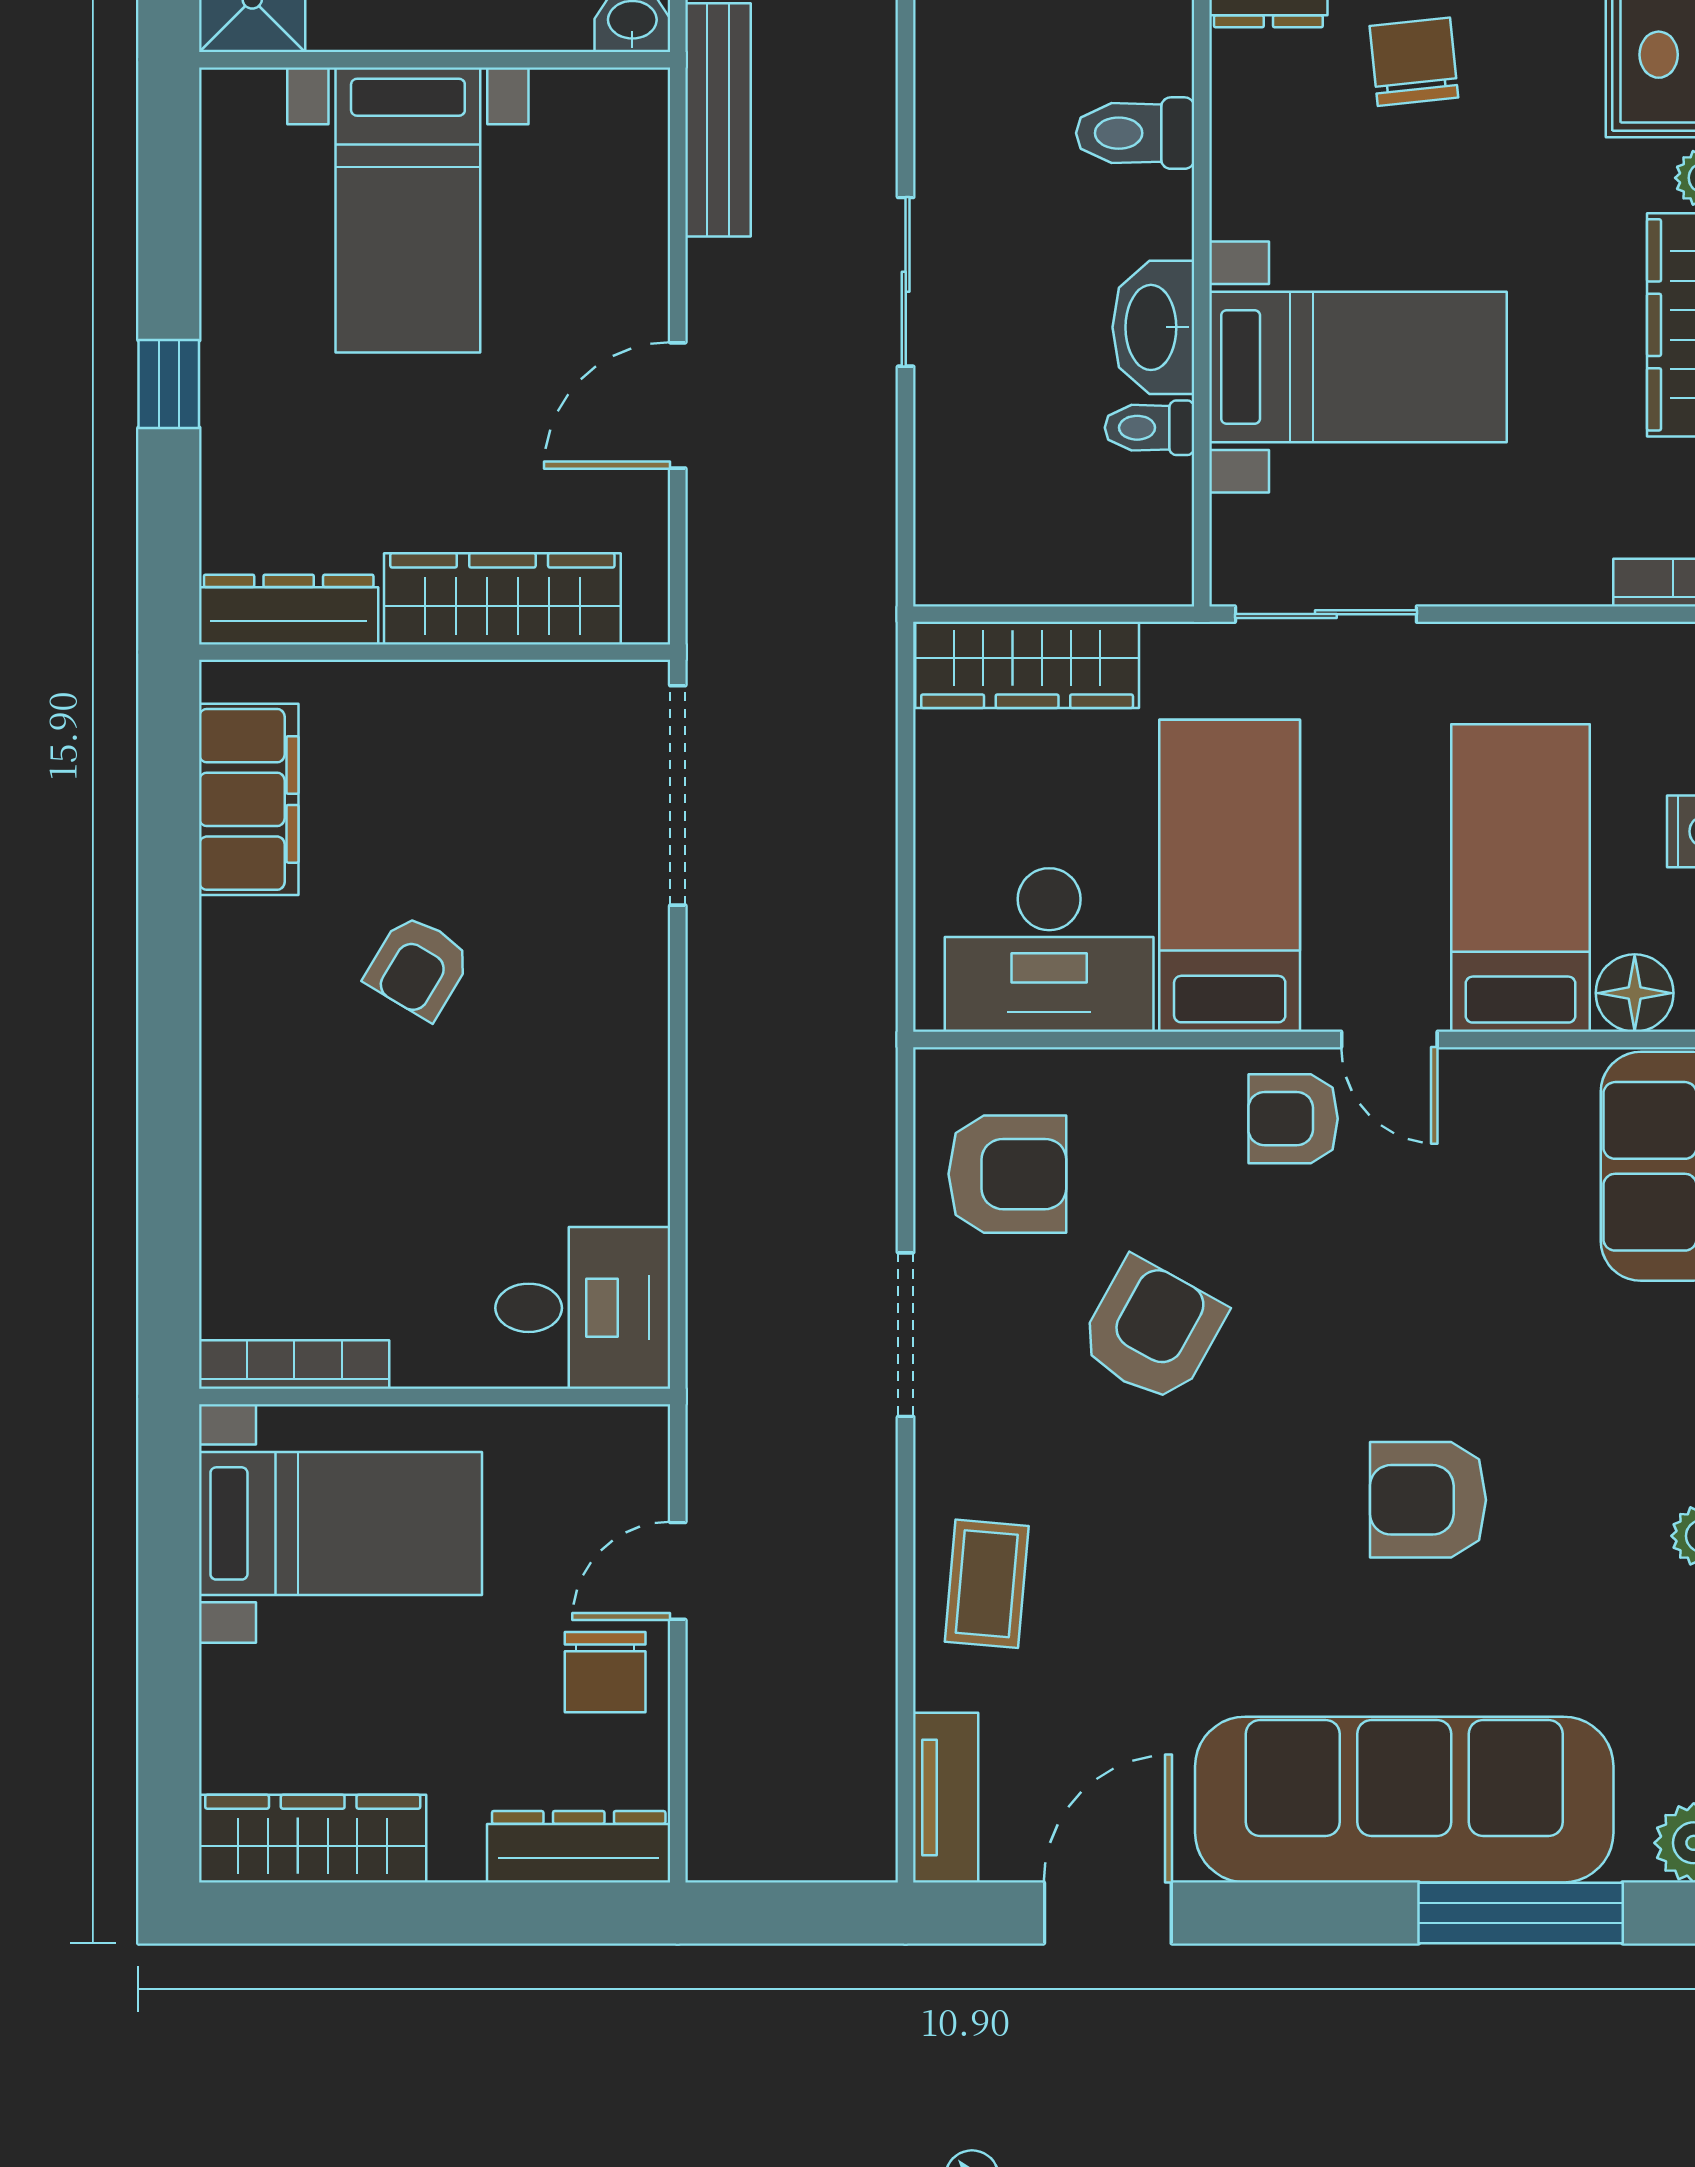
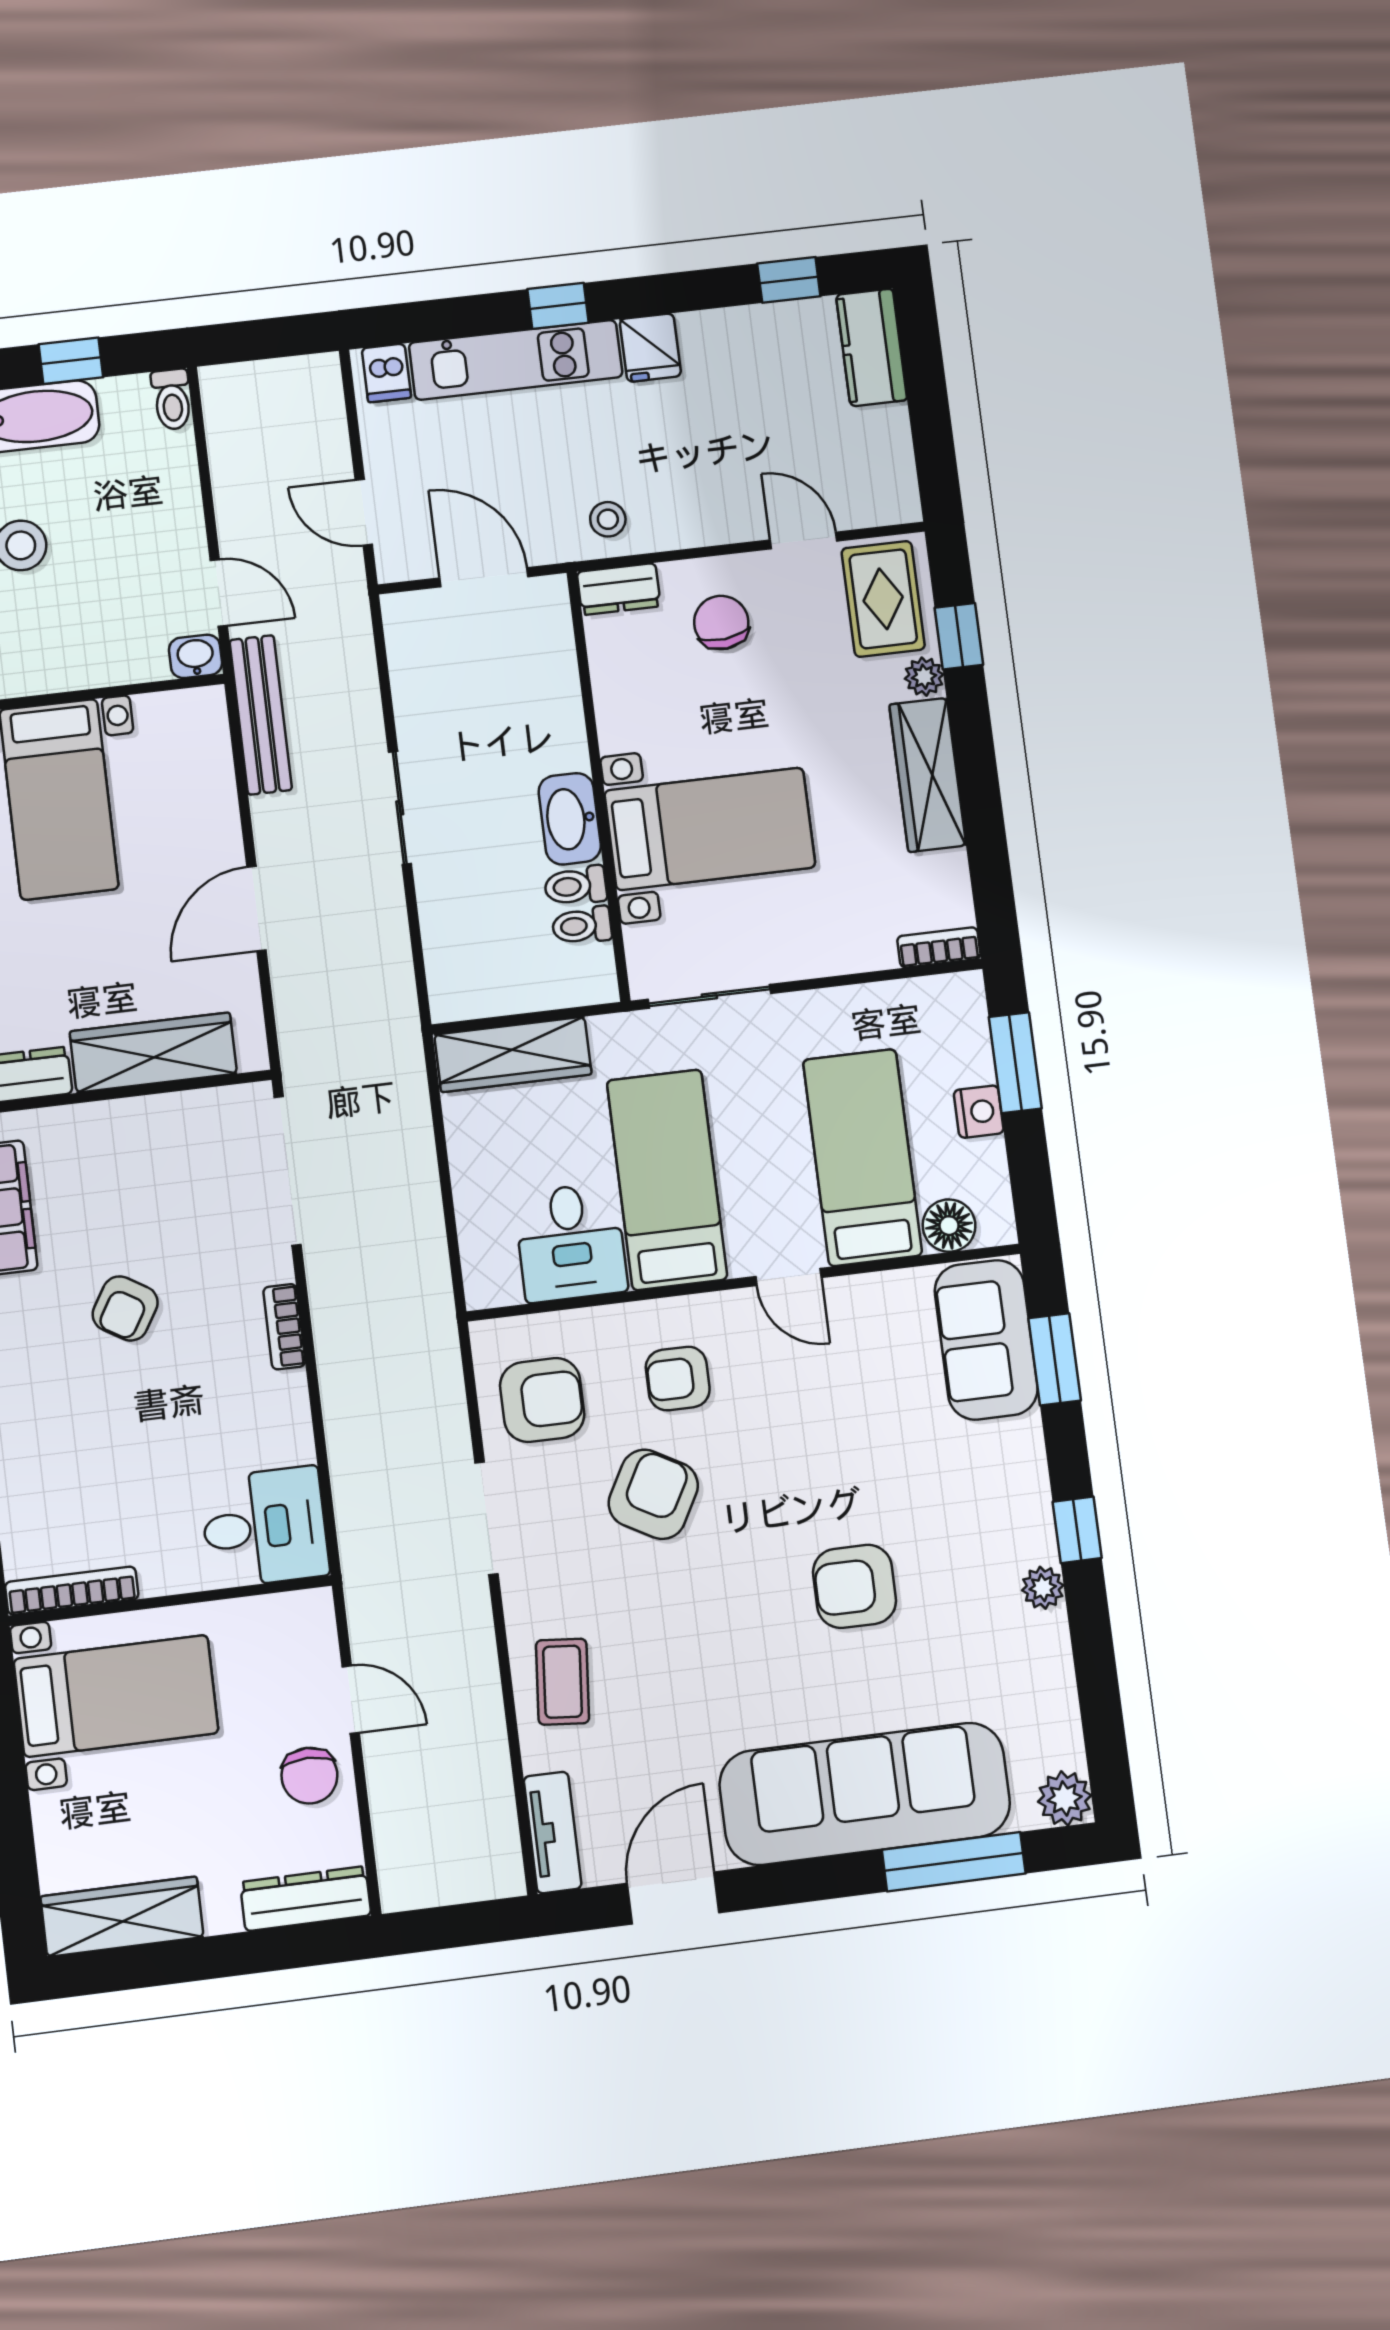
toilet: (1135, 133) -> (582, 926), moved, width x0.73, depth x0.72
desk: (1049, 950) -> (571, 1242), width x0.73
bookcase: (646, 1022) -> (284, 1327), added
armchair: (1293, 1119) -> (678, 1379), moved
door: (678, 1571) -> (351, 1700), swing flipped

